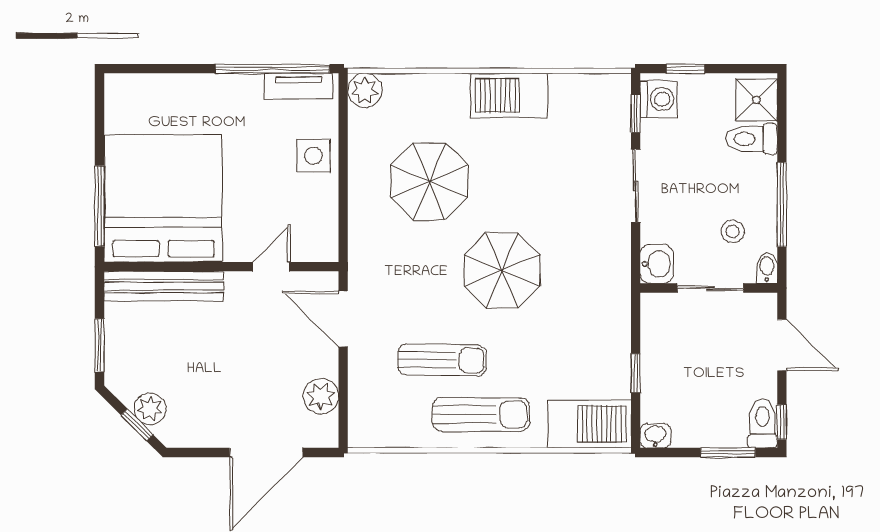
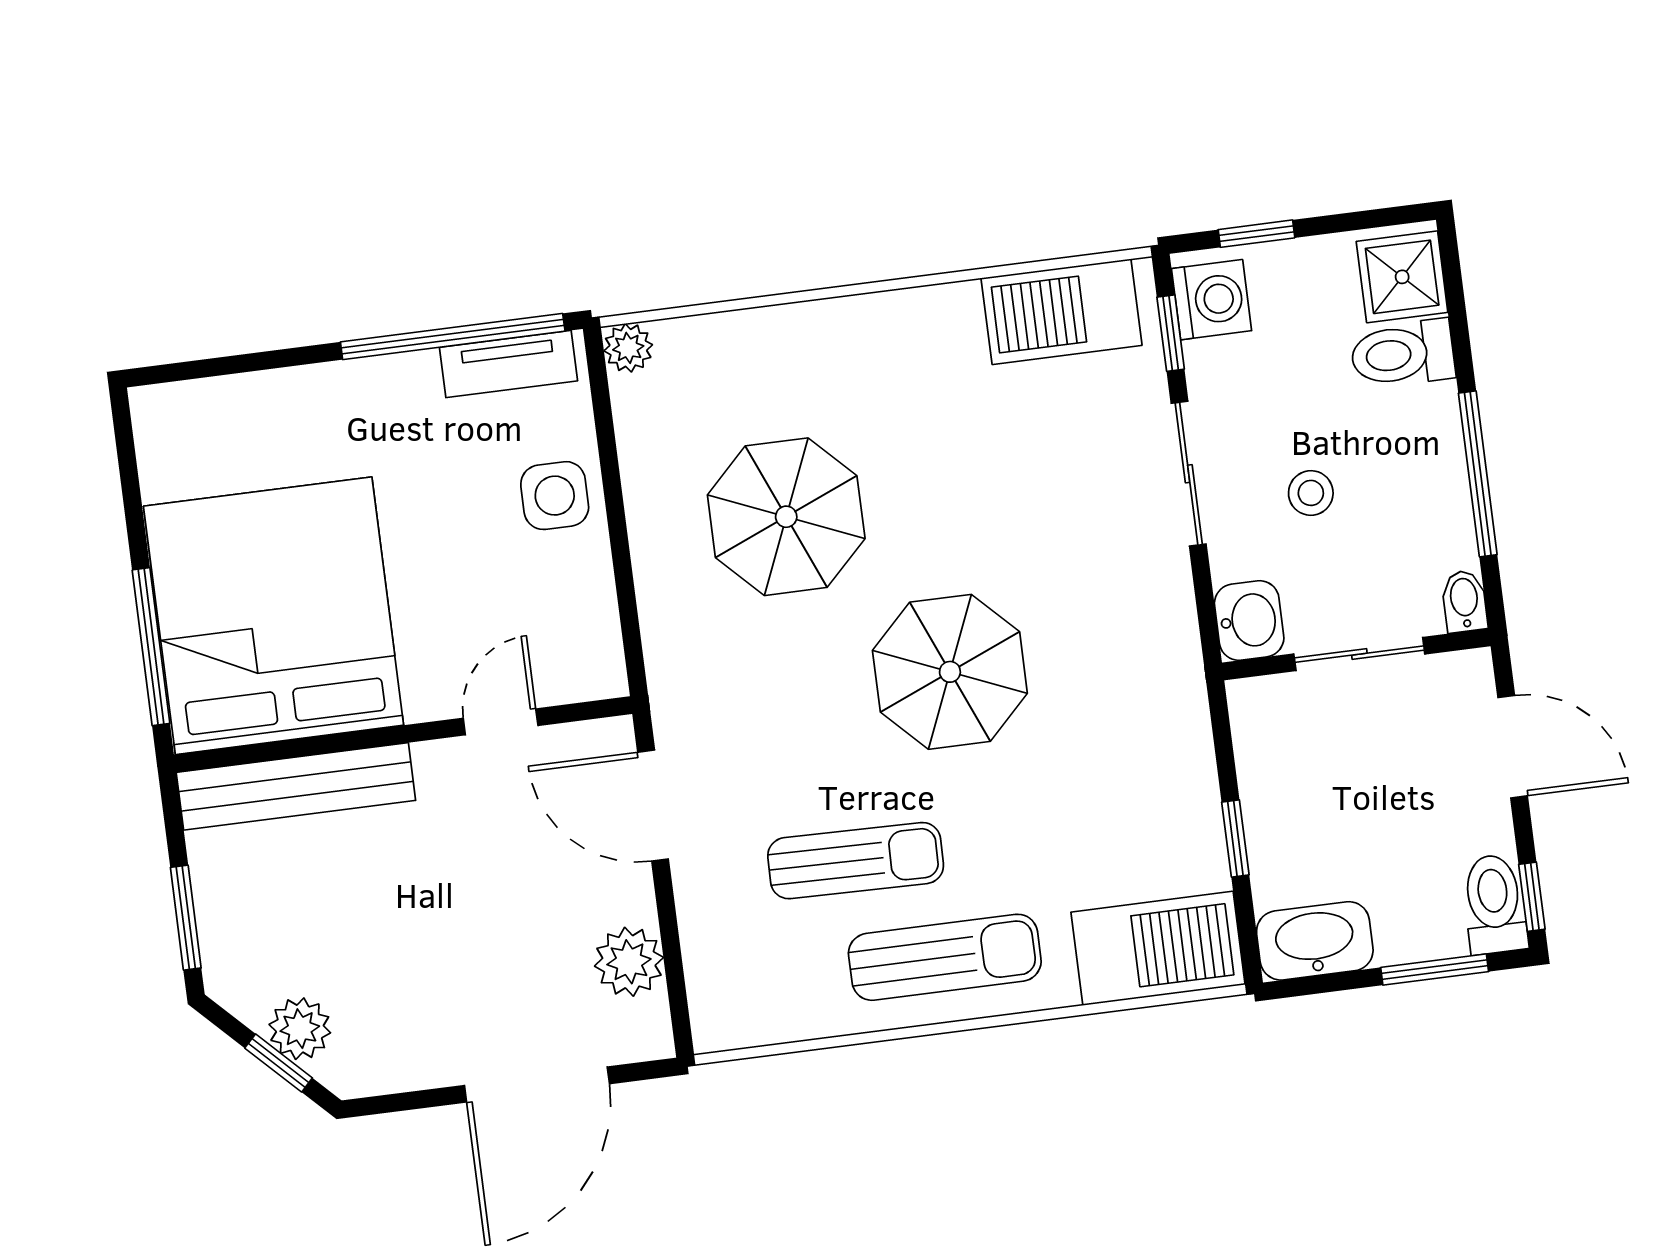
plant: (365, 90) -> (628, 348), width x0.73, depth x0.73
barbecue: (509, 95) -> (1062, 312), moved
stool: (733, 231) -> (1311, 493), moved
washbasin: (655, 436) -> (1315, 941), width x1.91, depth x1.45

